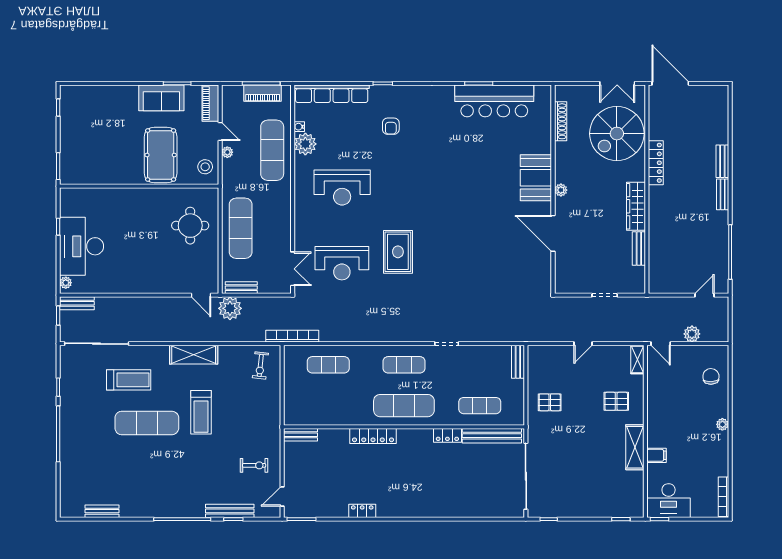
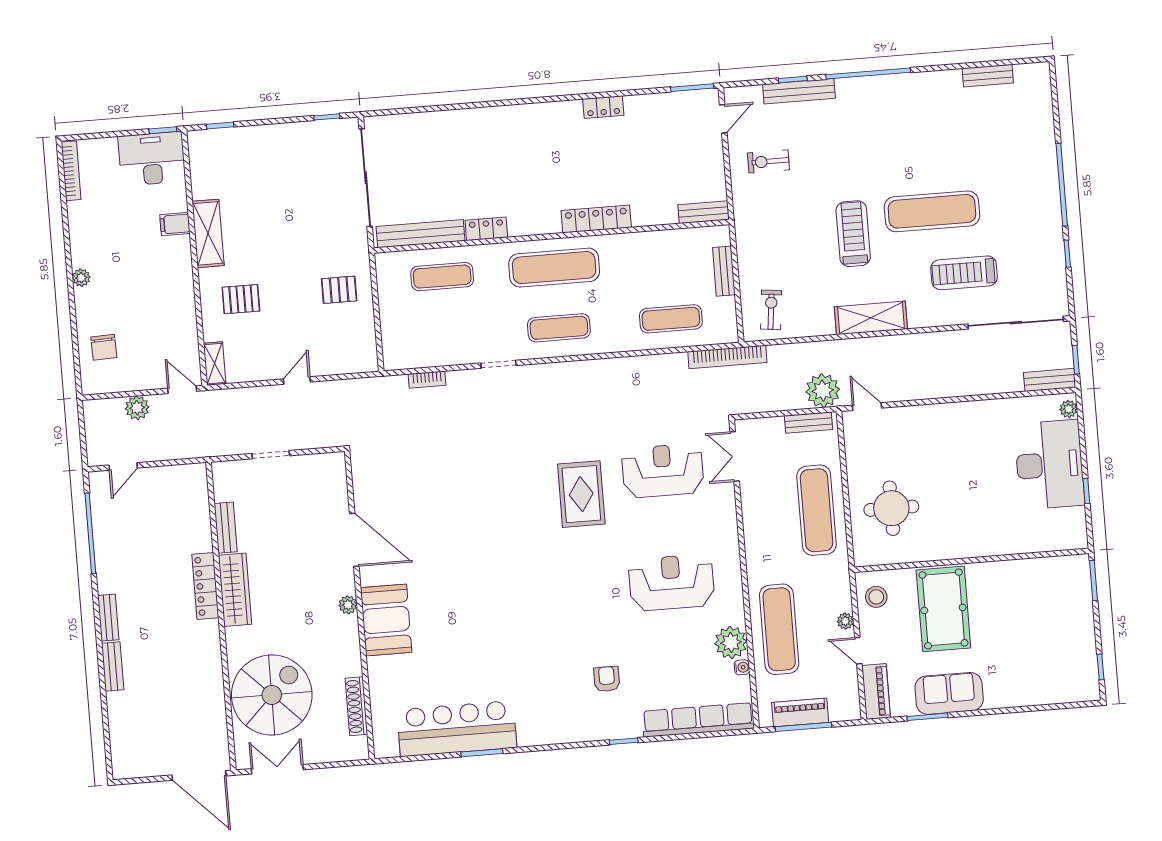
locker: (656, 163) -> (205, 586), moved
bookcase: (495, 337) -> (427, 380), added
bench: (518, 362) -> (724, 271), moved

